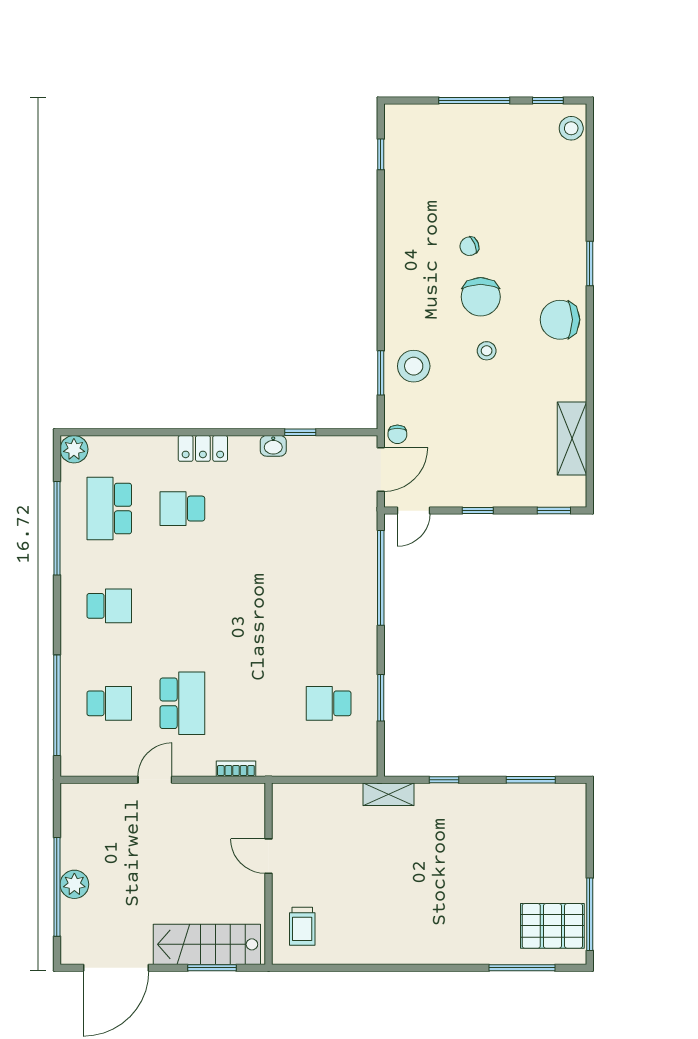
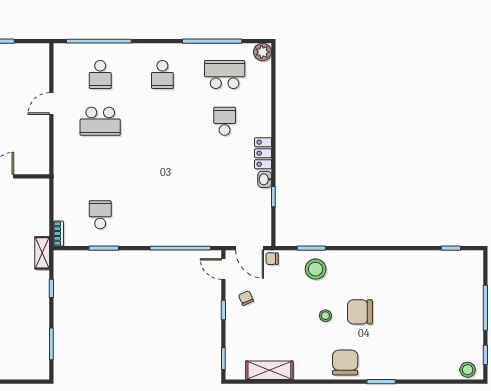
chair: (469, 246) -> (246, 298), moved
locker: (203, 448) -> (263, 153), moved
bookcase: (236, 769) -> (58, 234), moved
door: (155, 780) -> (51, 104), swing flipped

